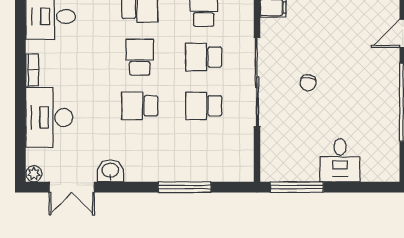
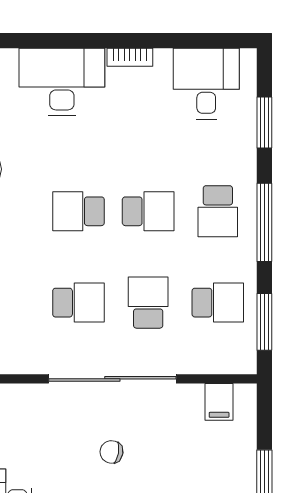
school desk: (140, 106) -> (78, 211), turned -90
school desk: (204, 106) -> (78, 303), turned 90

